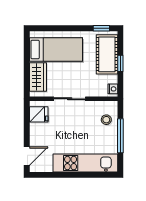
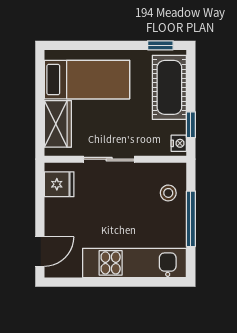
window: (120, 63) -> (191, 125), moved

